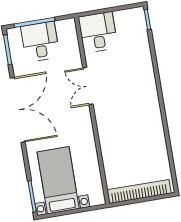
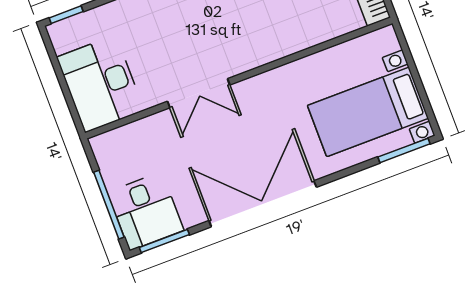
desk: (98, 32) -> (100, 84), width x1.37
desk: (40, 42) -> (146, 211), moved, turned -90

